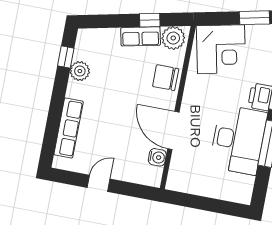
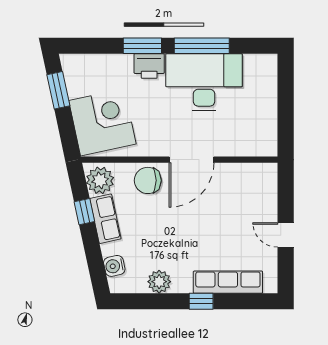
window: (66, 57) -> (201, 301), moved
chair: (166, 78) -> (148, 180), turned 90
door: (173, 130) -> (191, 160), moved
water cooler: (157, 157) -> (114, 266), moved, turned -102

